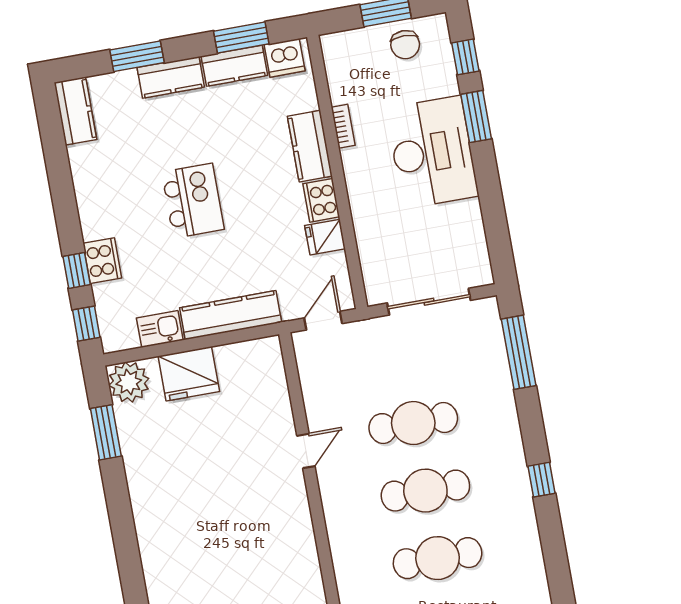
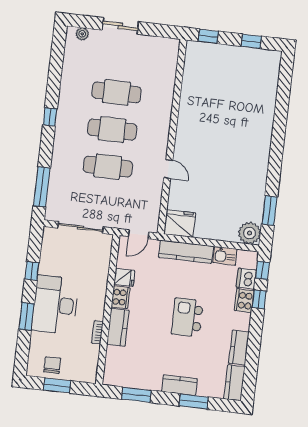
window: (465, 57) -> (32, 271), moved
dishwasher: (285, 58) -> (246, 279), moved, turned -90
kitchen counter: (234, 66) -> (239, 348), moved, turned -90
fridge: (189, 374) -> (180, 223), moved
door: (306, 451) -> (168, 169), swing flipped

